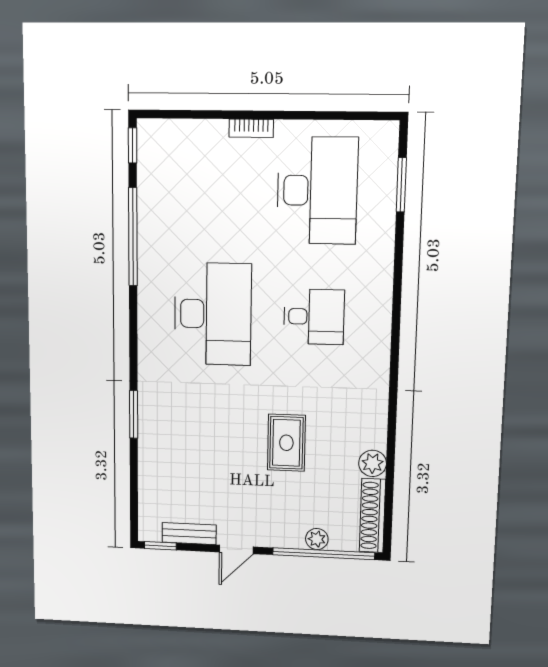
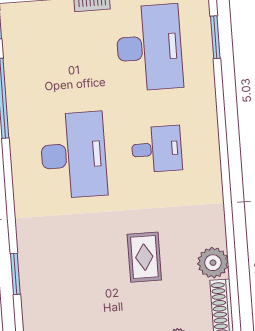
window: (134, 414) -> (15, 274), moved
plant: (373, 463) -> (213, 263), width x1.36, depth x1.36

